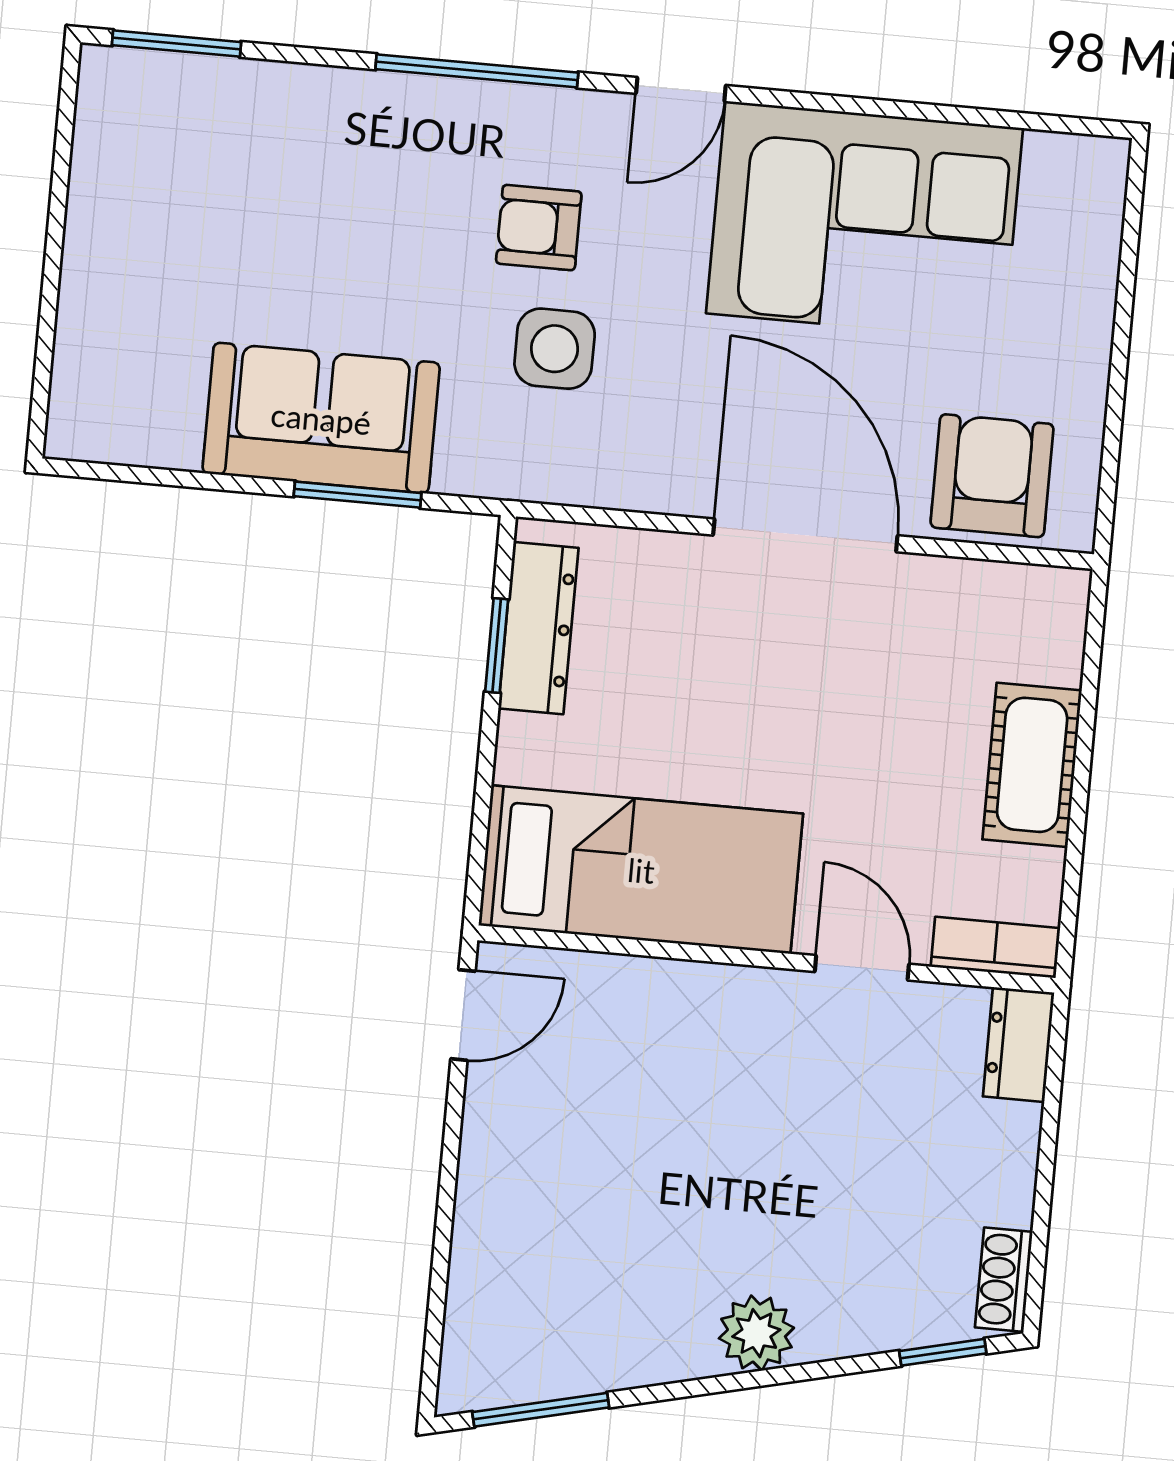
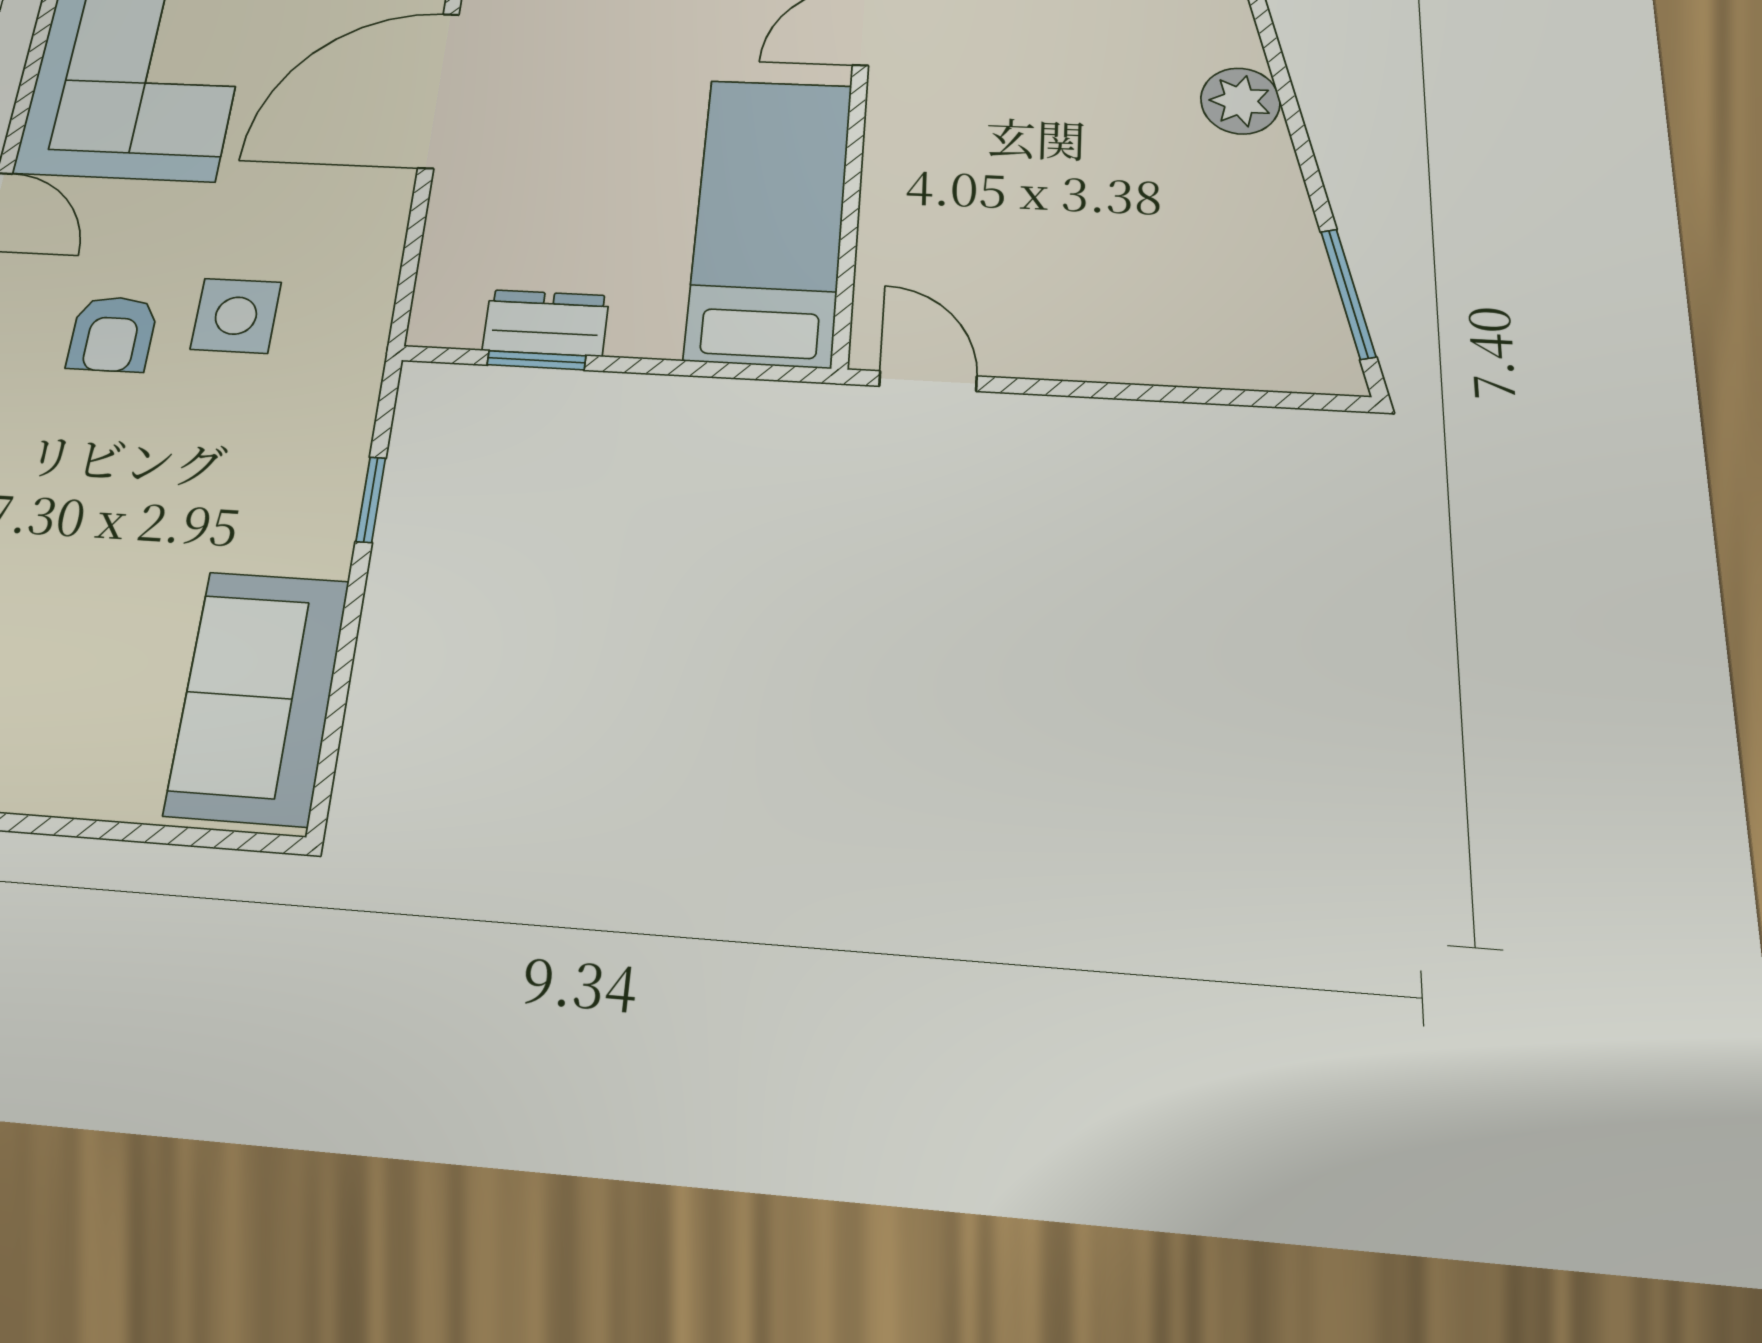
sofa: (321, 418) -> (258, 697), moved
window: (358, 495) -> (371, 500), width x0.67
dresser: (538, 628) -> (546, 323), width x0.70

